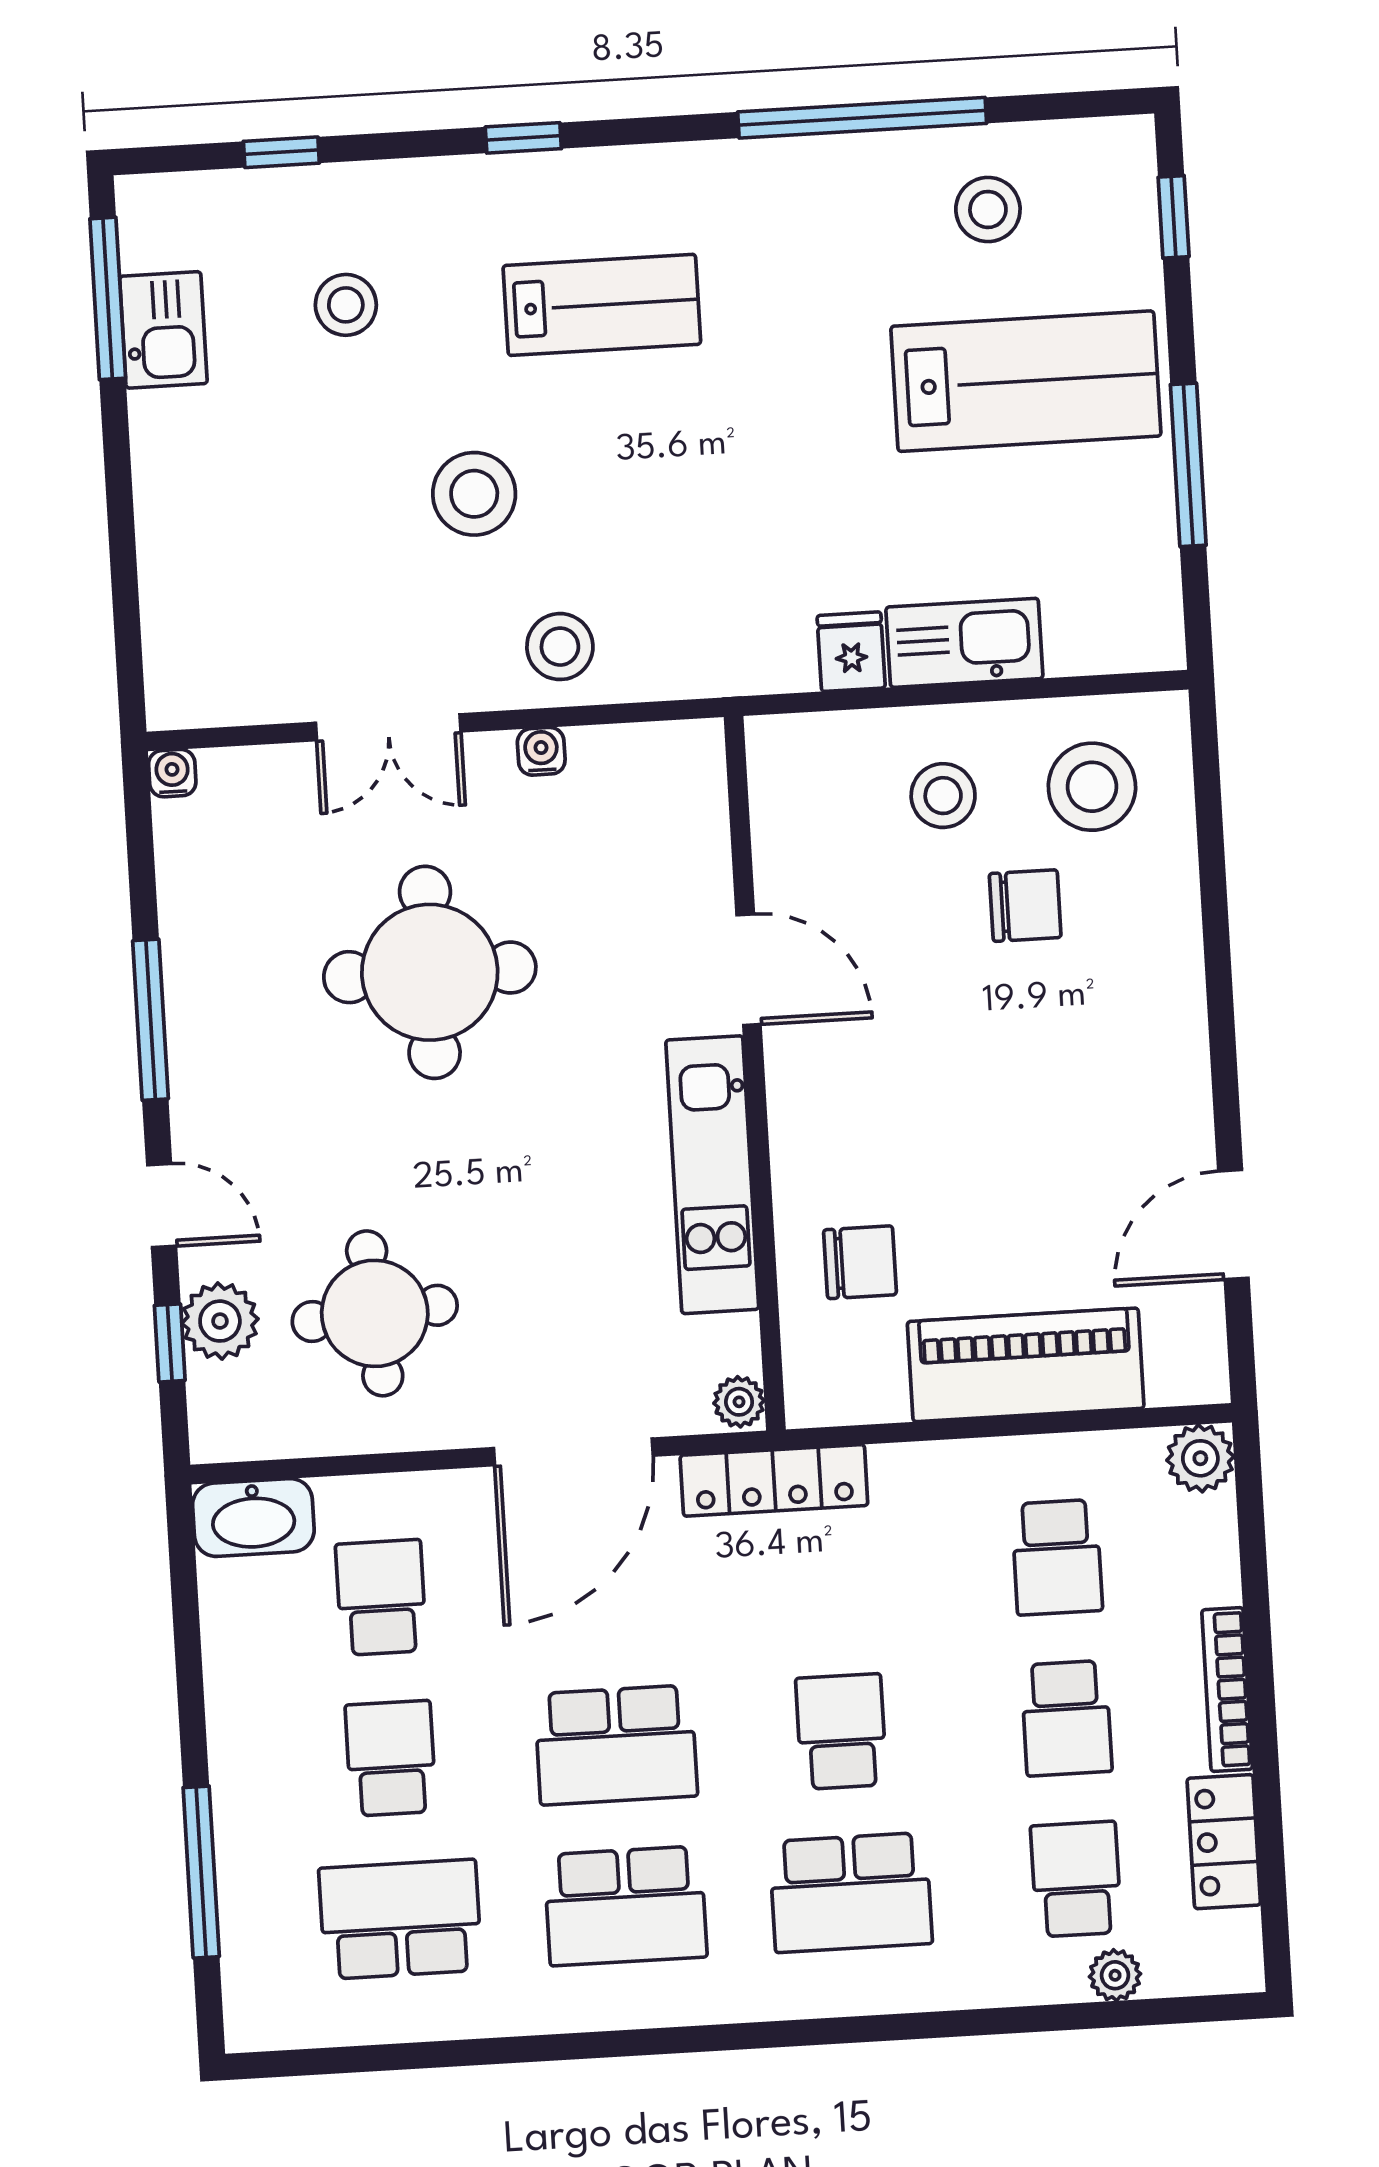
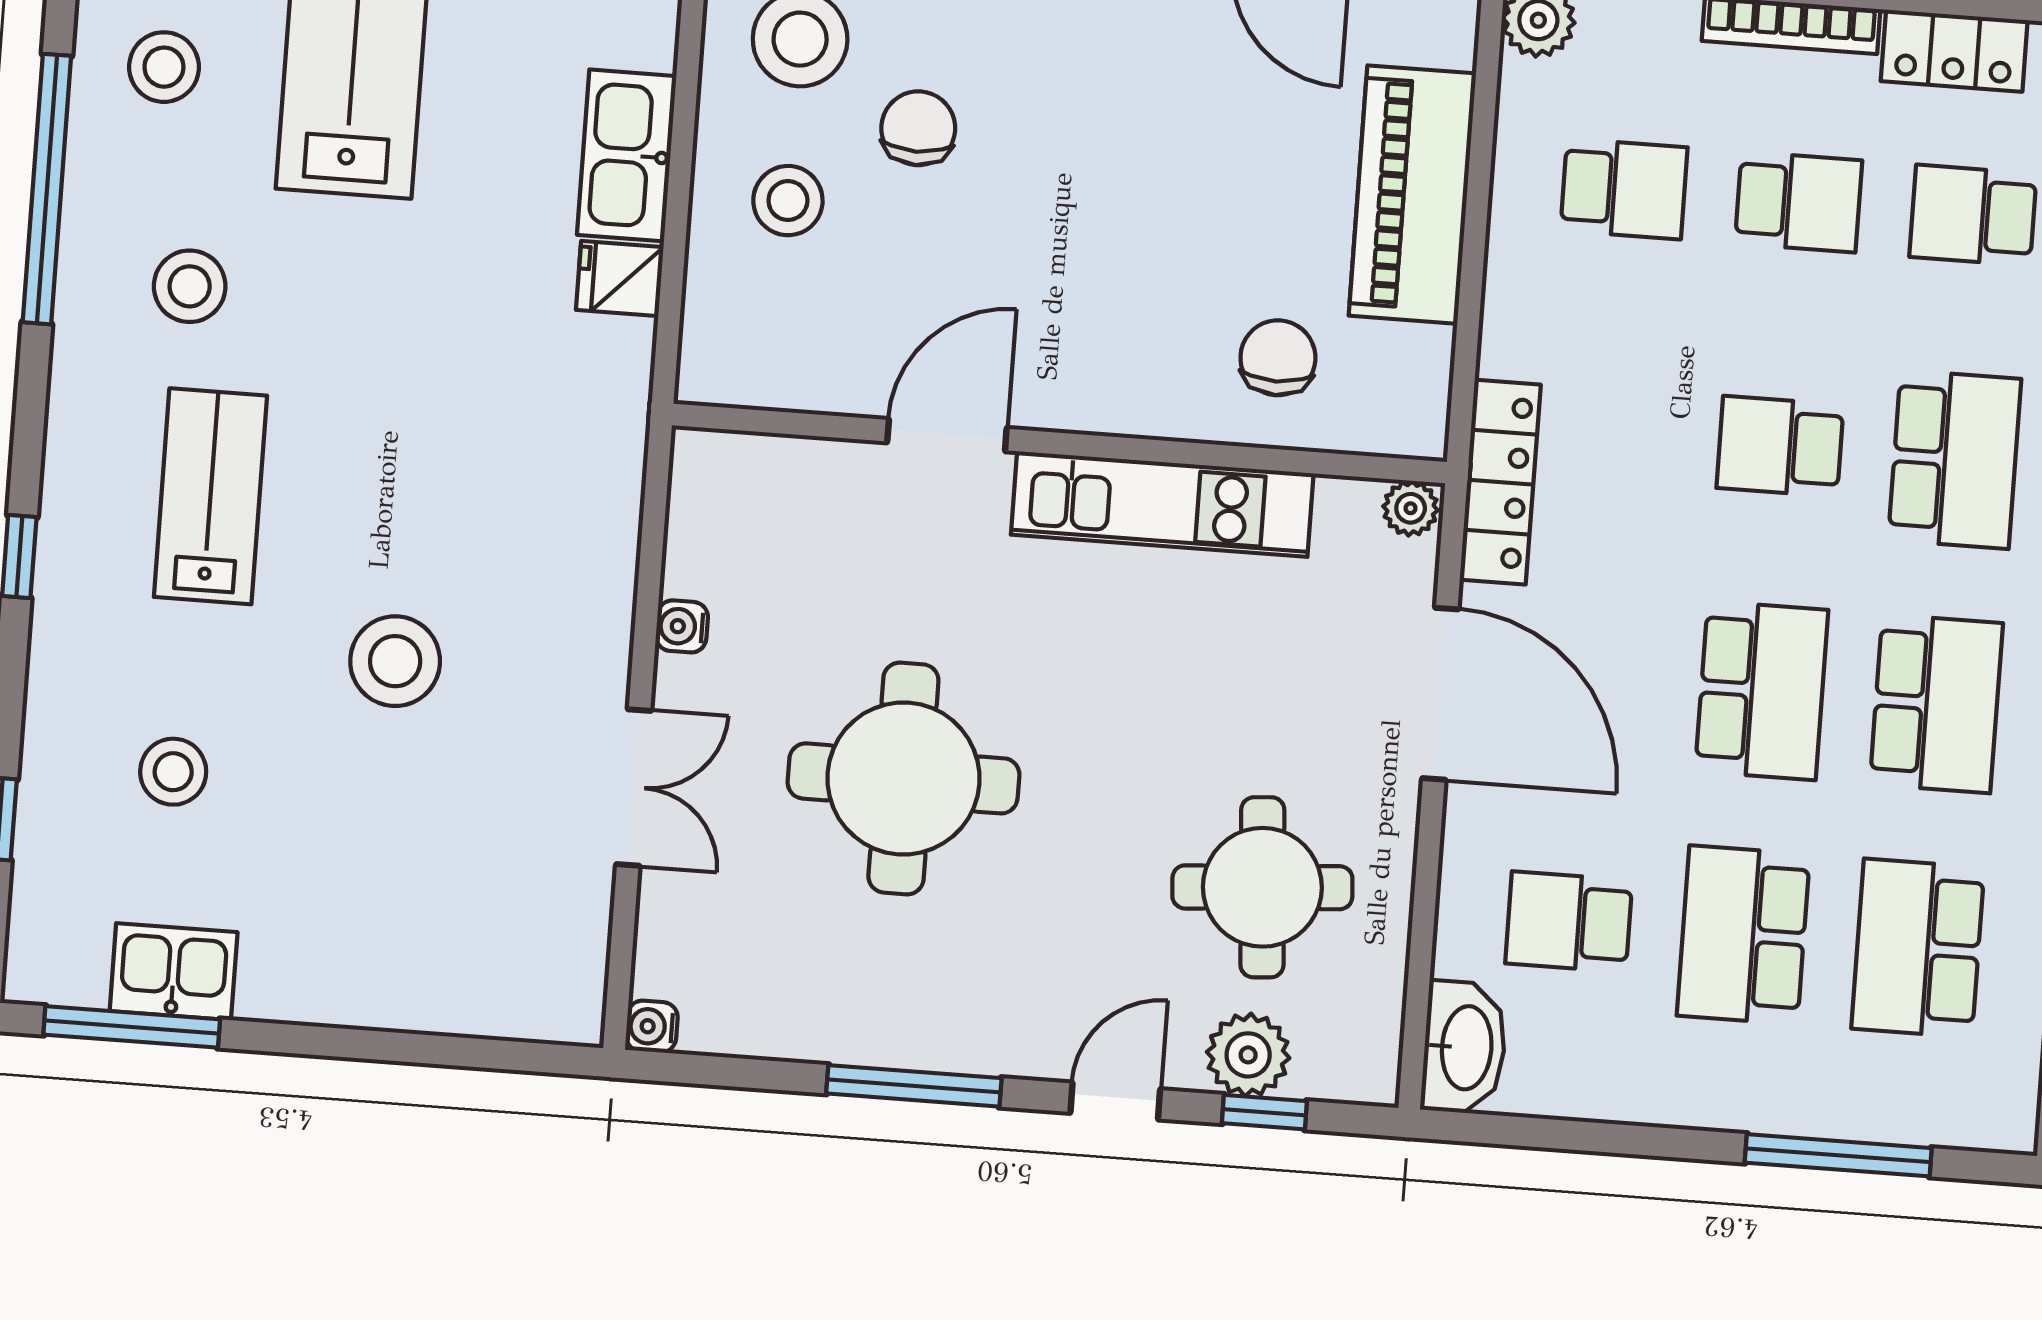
stool: (560, 647) -> (190, 286), moved
school desk: (391, 1758) -> (1743, 935), width x1.85

